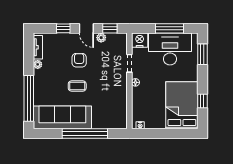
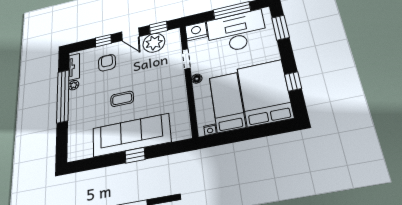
plant: (101, 38) -> (154, 43), width x1.88, depth x1.88
armchair: (79, 60) -> (107, 63), moved
window: (29, 98) -> (63, 96), moved
bed: (155, 107) -> (227, 102), added
sofa: (62, 117) -> (131, 135), moved
window: (85, 134) -> (135, 155), width x0.32

